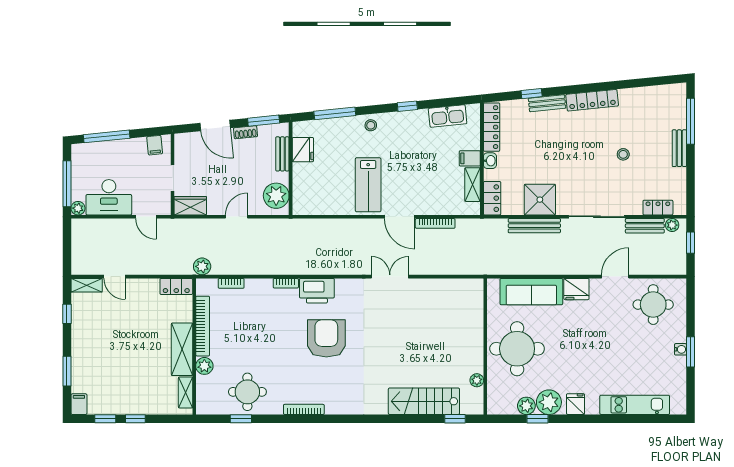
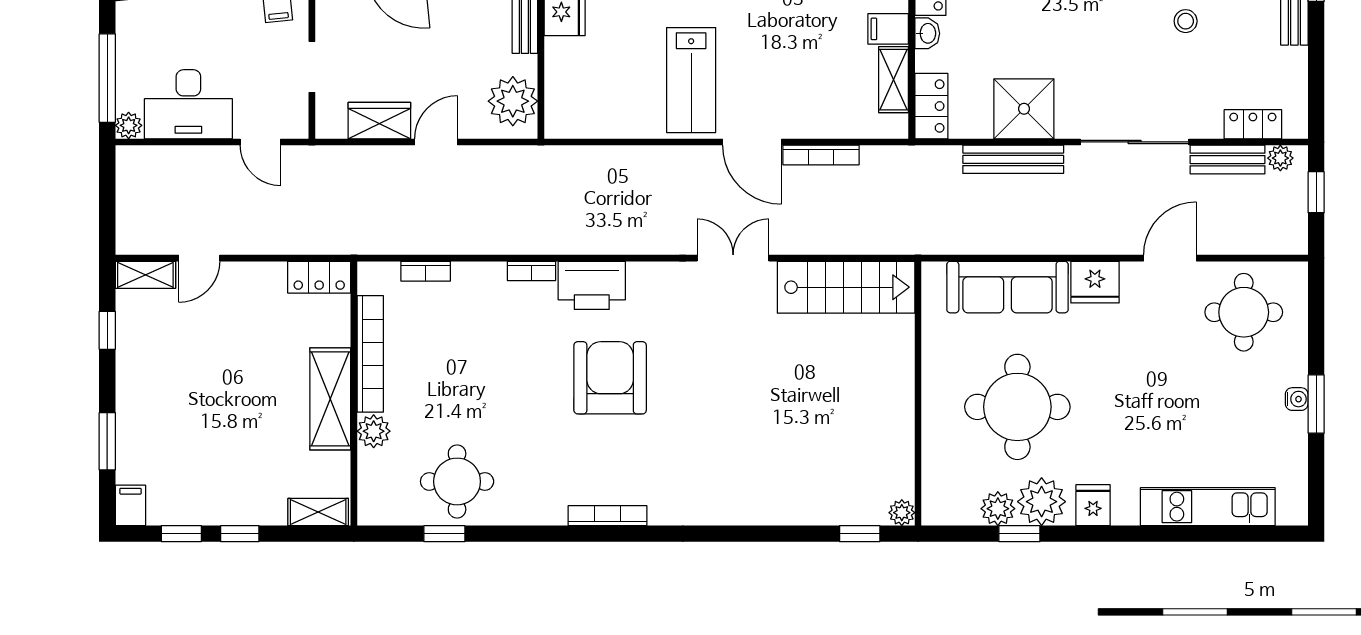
wardrobe: (190, 206) -> (379, 121), moved
plant: (202, 266) -> (369, 238), removed
door: (114, 277) -> (199, 258), hinge flipped
round table: (517, 349) -> (1017, 407), moved
plant: (477, 380) -> (902, 513), moved
shelving: (185, 392) -> (318, 512), moved, turned 90
stairs: (424, 401) -> (846, 287), moved, turned 180
bookcase: (304, 409) -> (608, 516), moved

